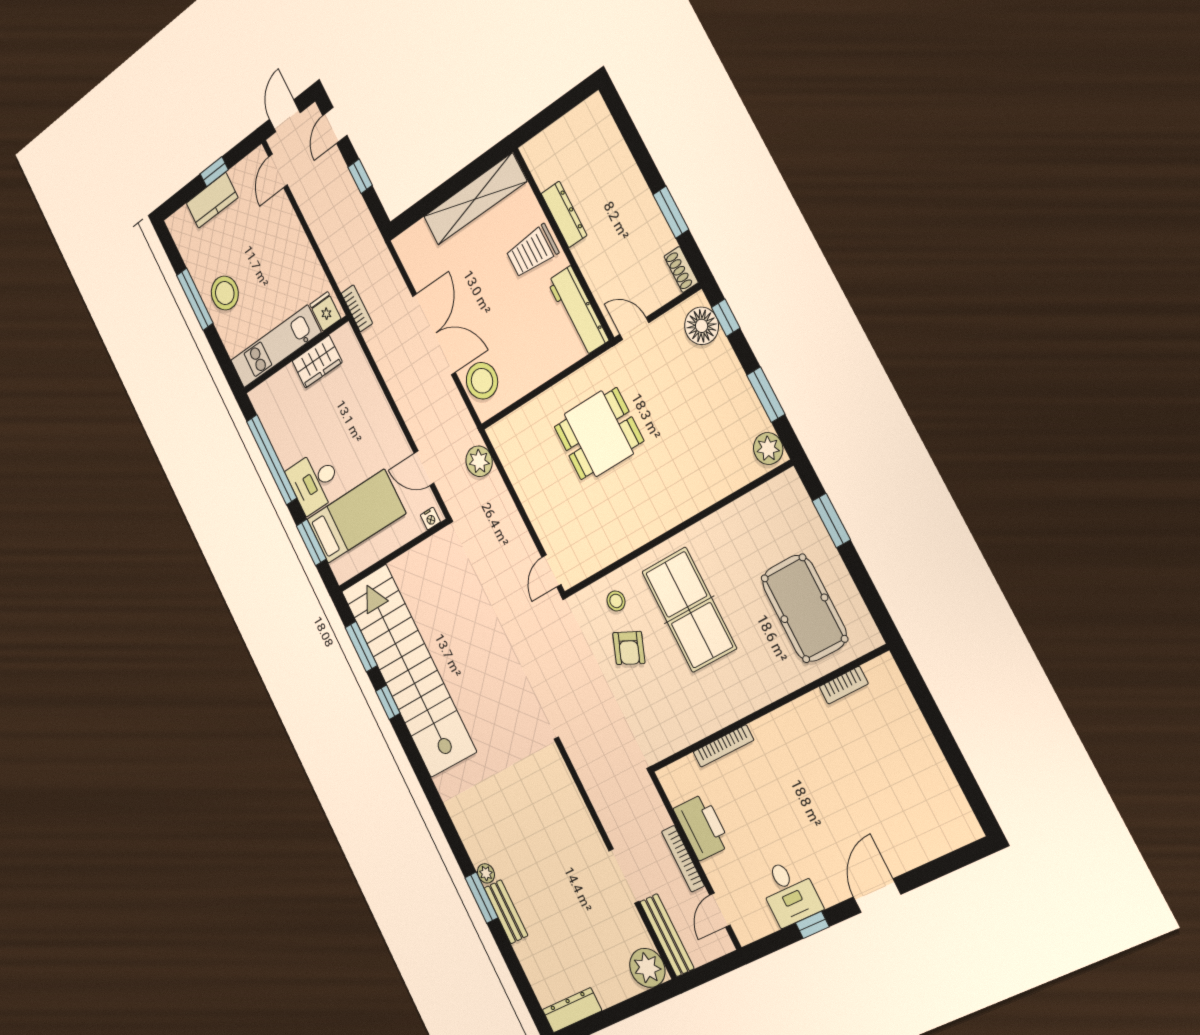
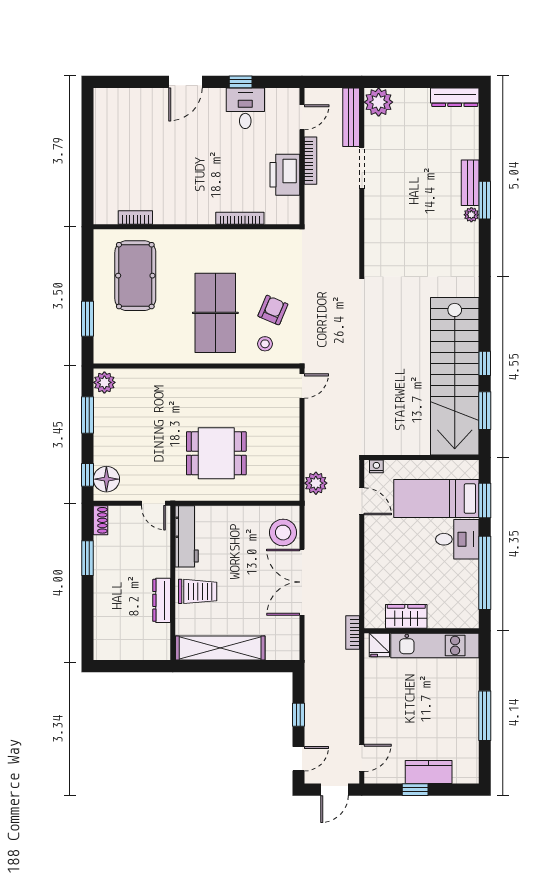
stool: (225, 293) -> (456, 705), removed

